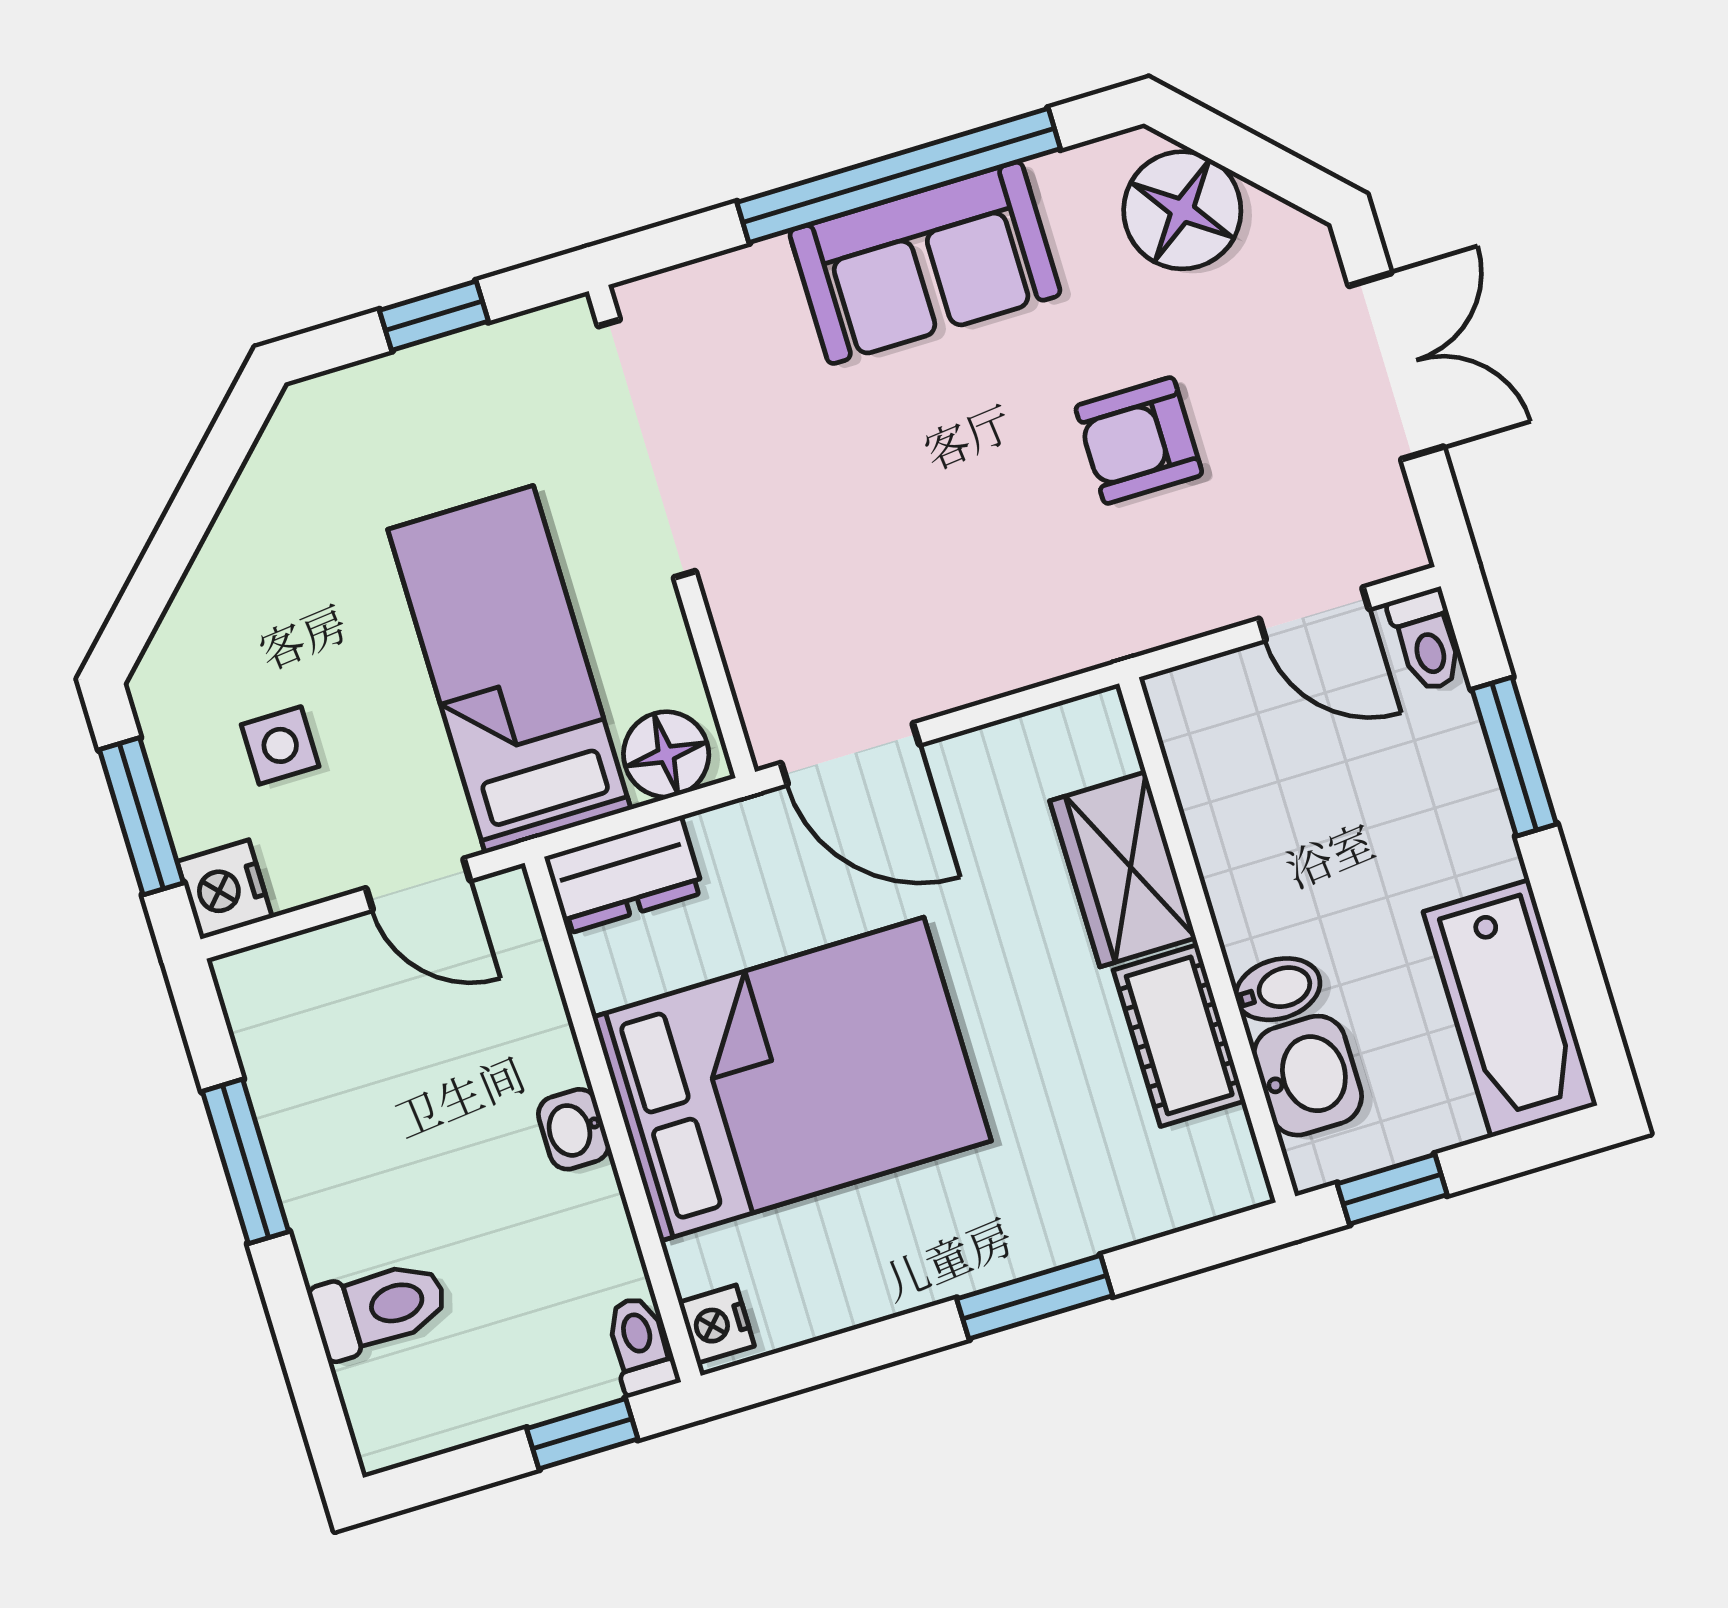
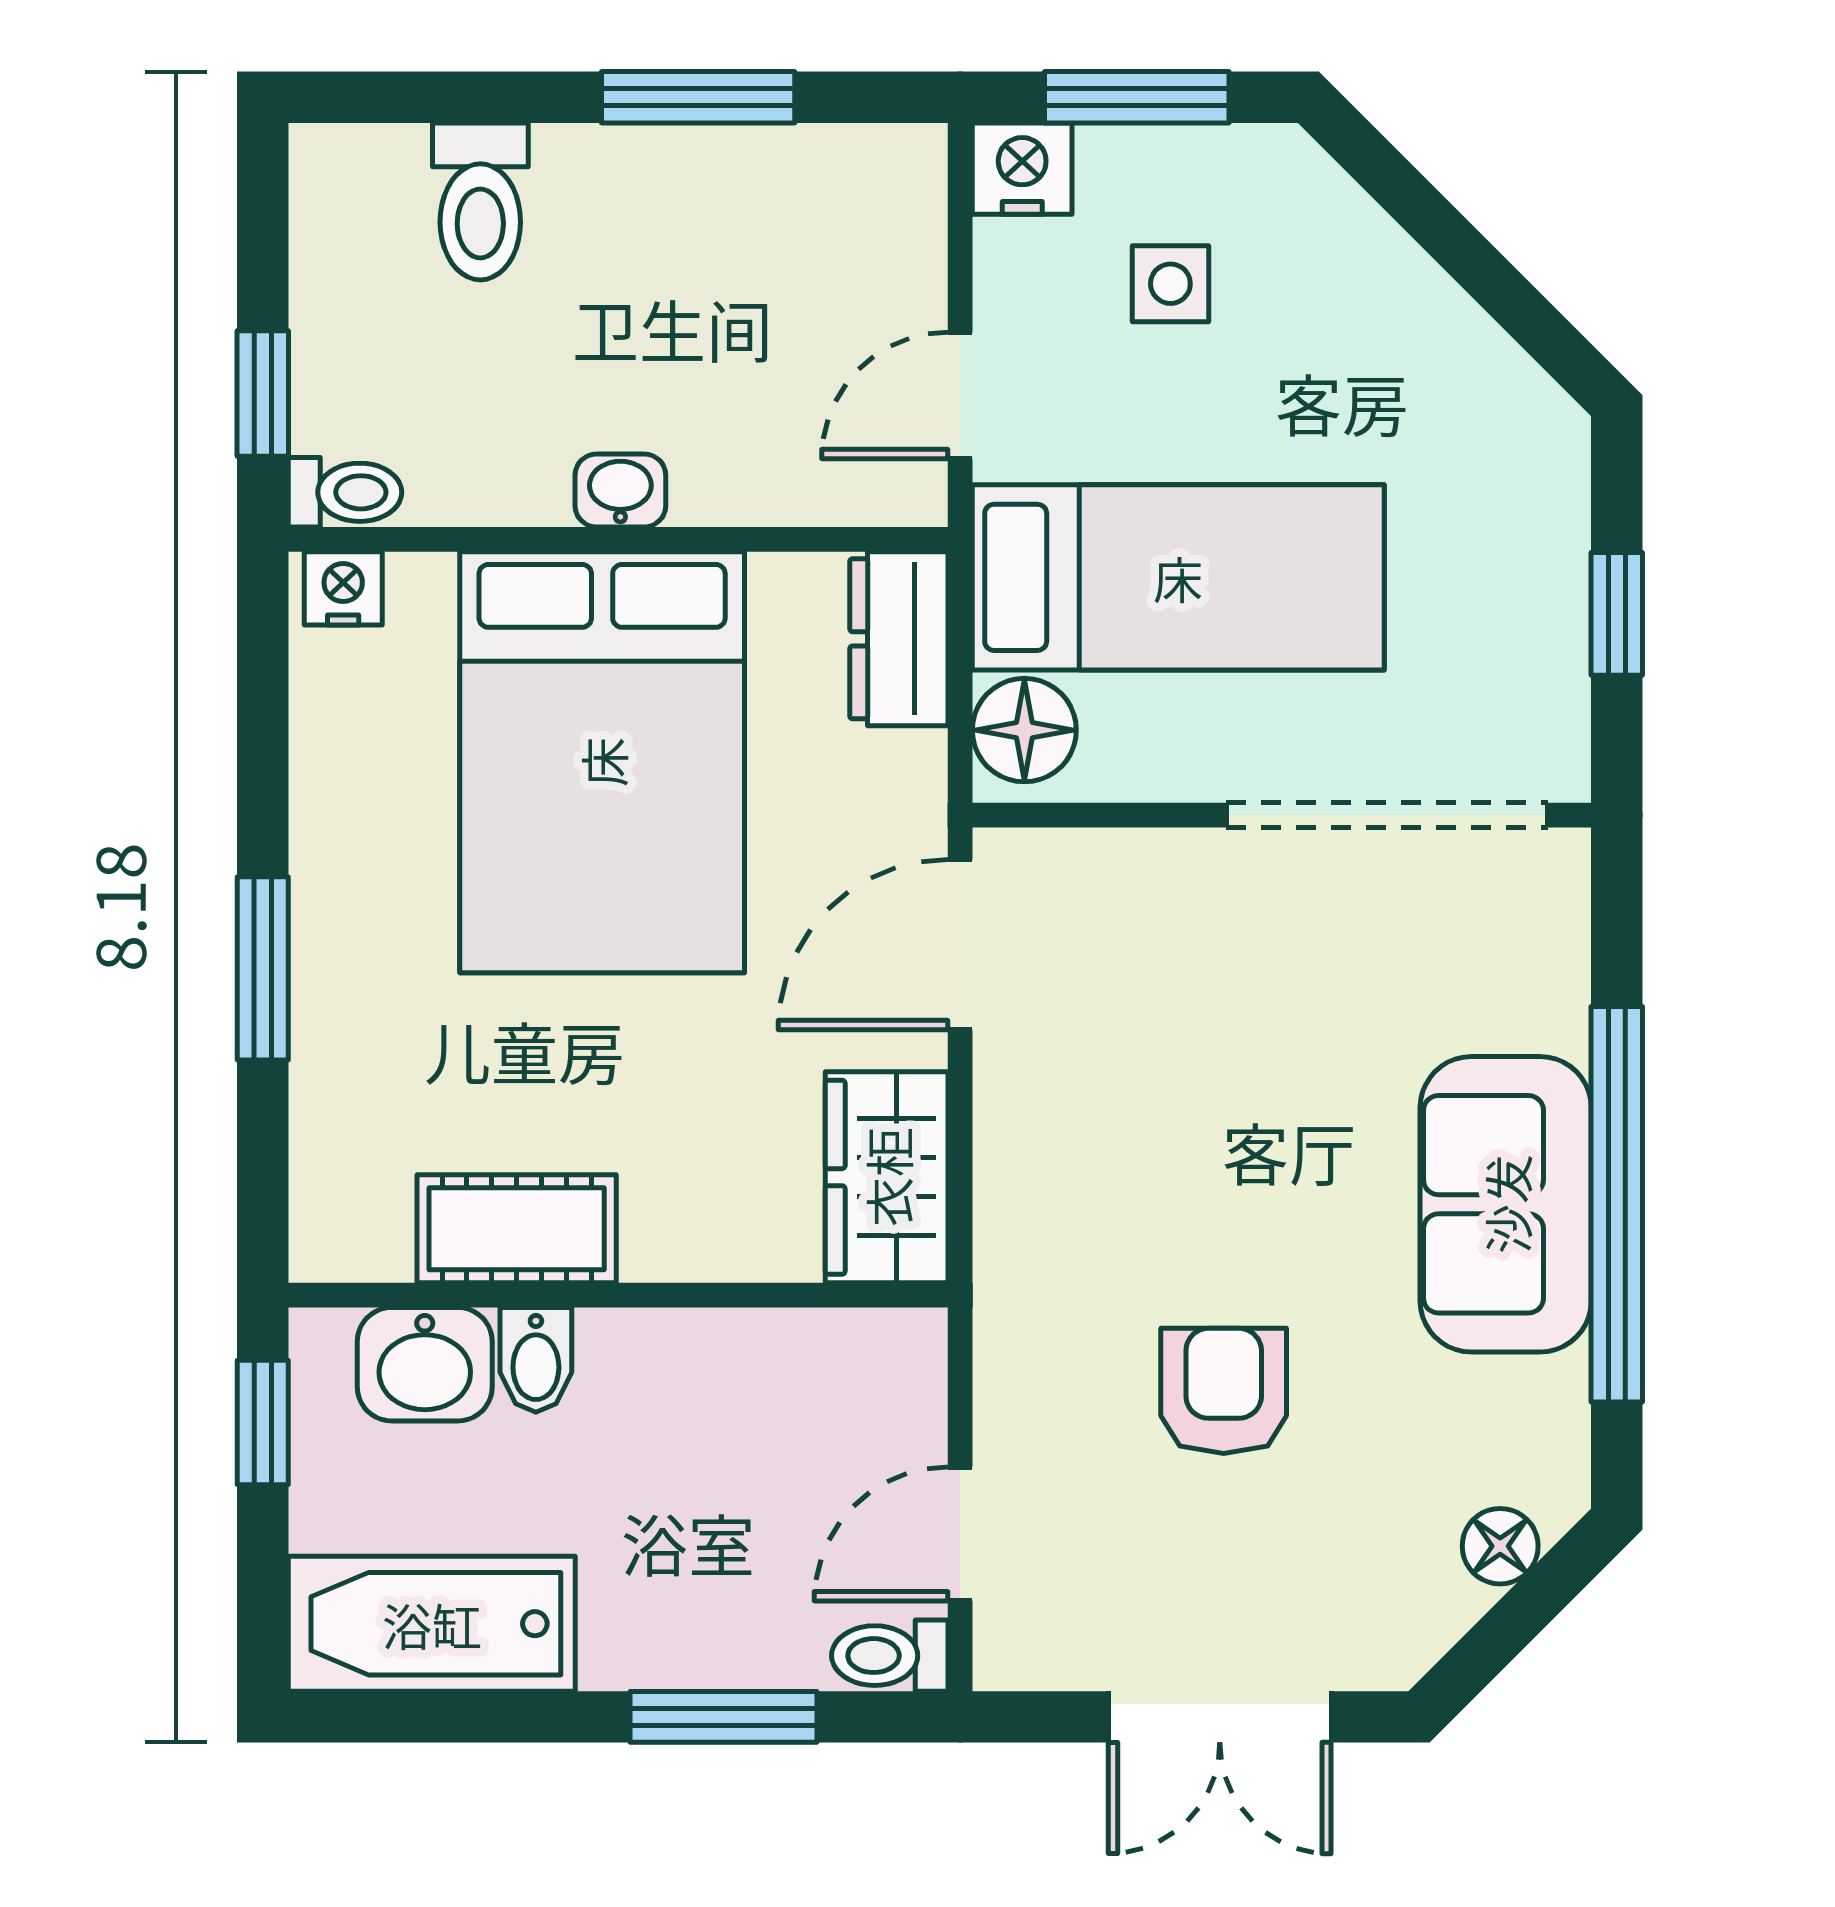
floor lamp: (1182, 210) -> (1500, 1546), width x0.53, depth x0.53
wardrobe: (1123, 869) -> (887, 1177), moved, turned -90

